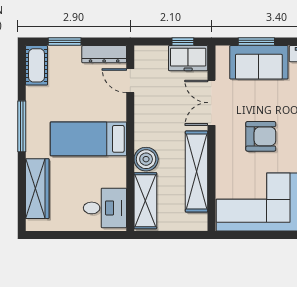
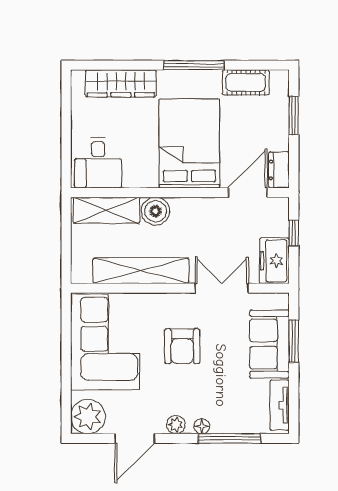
window: (183, 42) -> (294, 233), moved
dresser: (104, 54) -> (279, 170), width x0.70
cot: (37, 65) -> (246, 82), moved
door: (130, 81) -> (248, 193), width x1.38
bed: (88, 139) -> (189, 143), width x1.50

